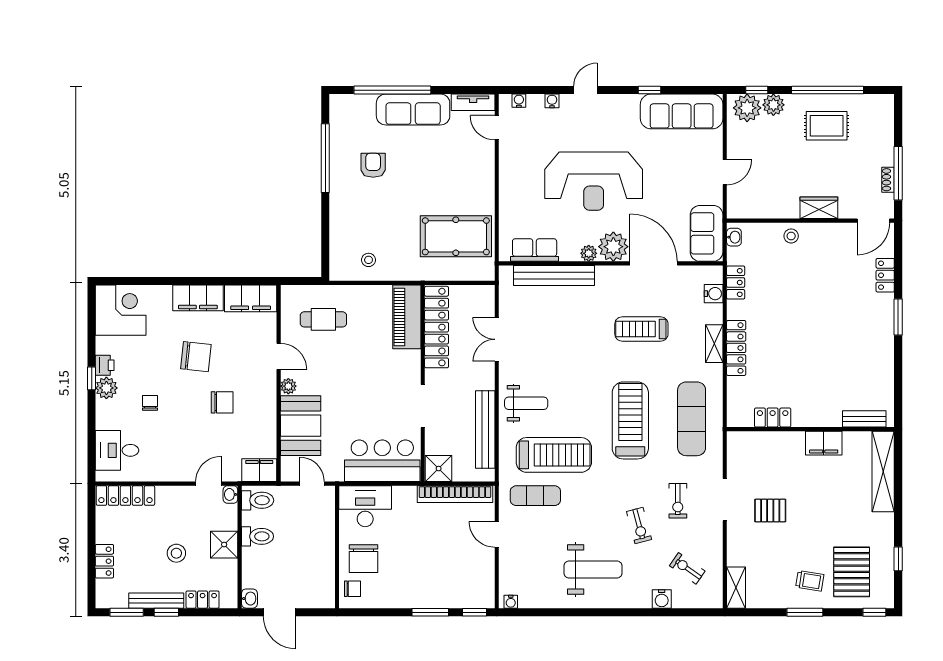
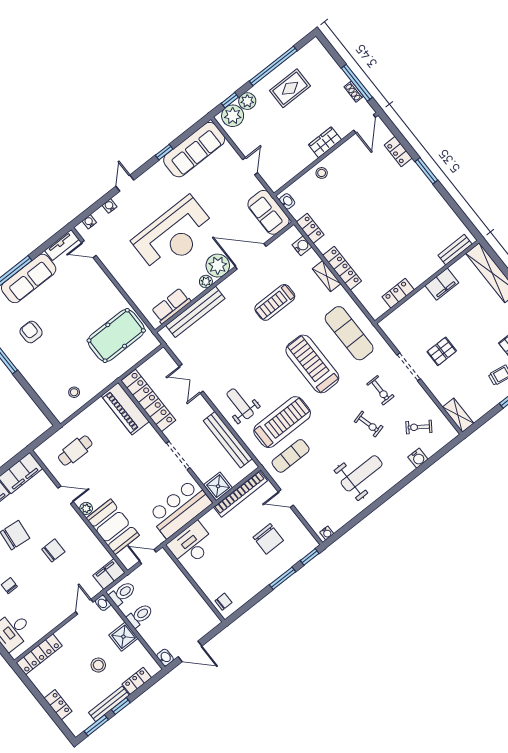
weight bench: (526, 403) -> (240, 404), turned -90
chair: (363, 559) -> (268, 539), moved

